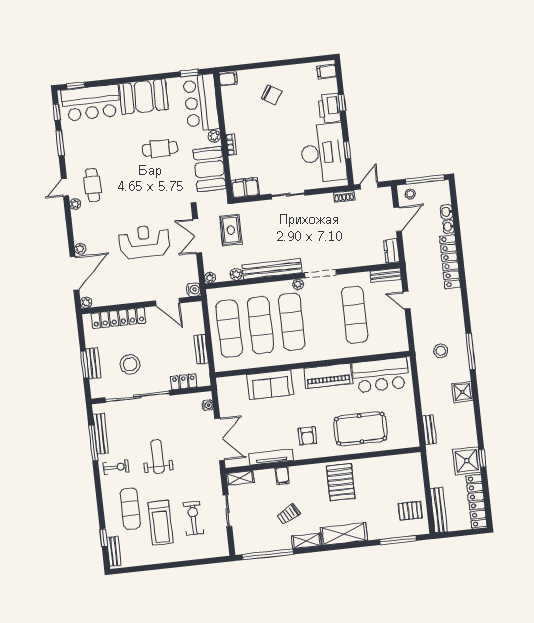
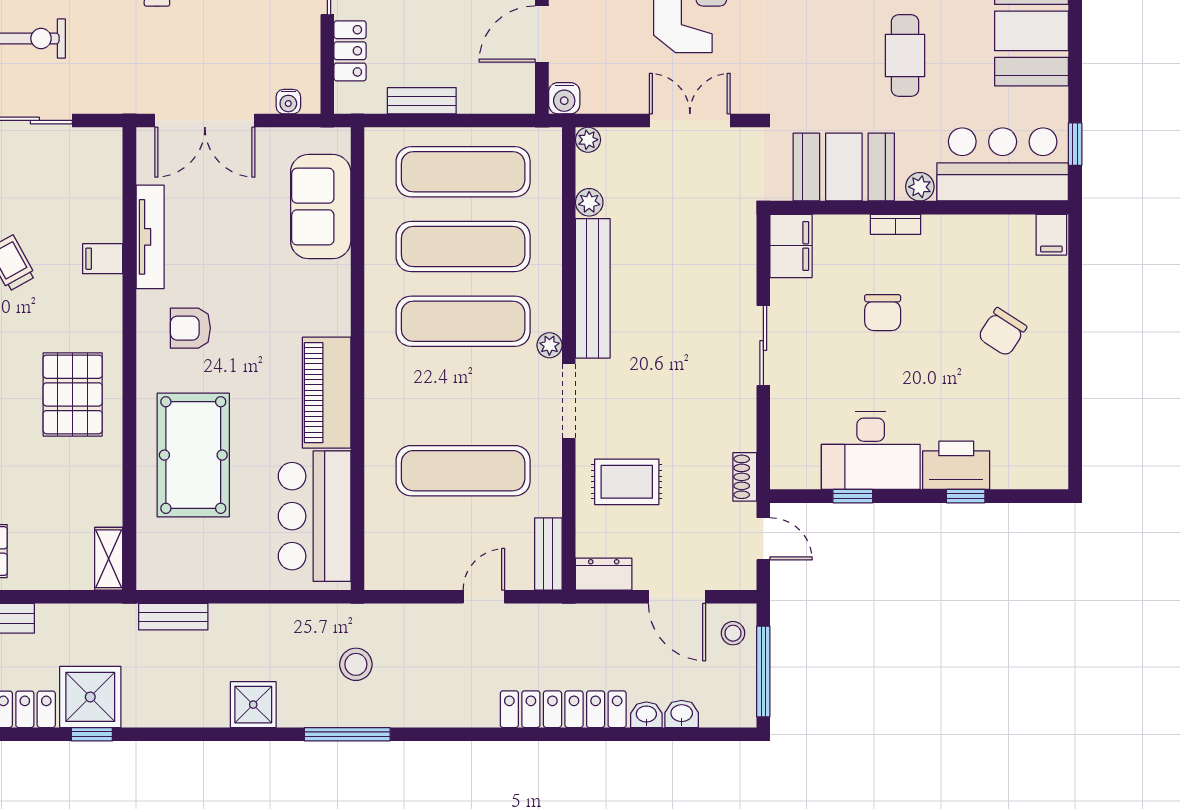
filing cabinet: (327, 72) -> (1043, 468), removed
chair: (269, 146) -> (883, 313), added
desk: (323, 153) -> (871, 451), width x0.73, depth x0.77
rug: (231, 230) -> (627, 482), moved
sofa: (270, 385) -> (321, 207), moved
shelving: (240, 478) -> (109, 559), moved
pallet: (341, 482) -> (73, 394), turned 90

